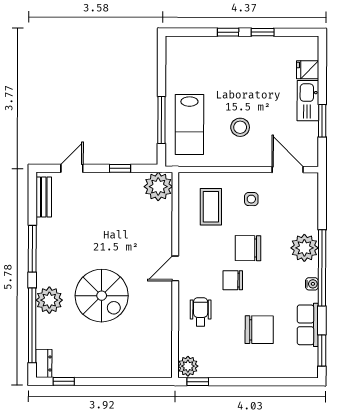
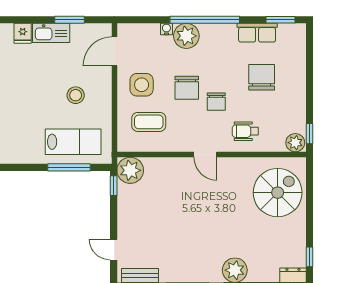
window: (120, 168) -> (114, 186), moved
side table: (251, 199) -> (142, 85), width x1.87, depth x1.87
water cooler: (312, 284) -> (166, 29), moved
spiral stairs: (102, 296) -> (278, 193), moved

